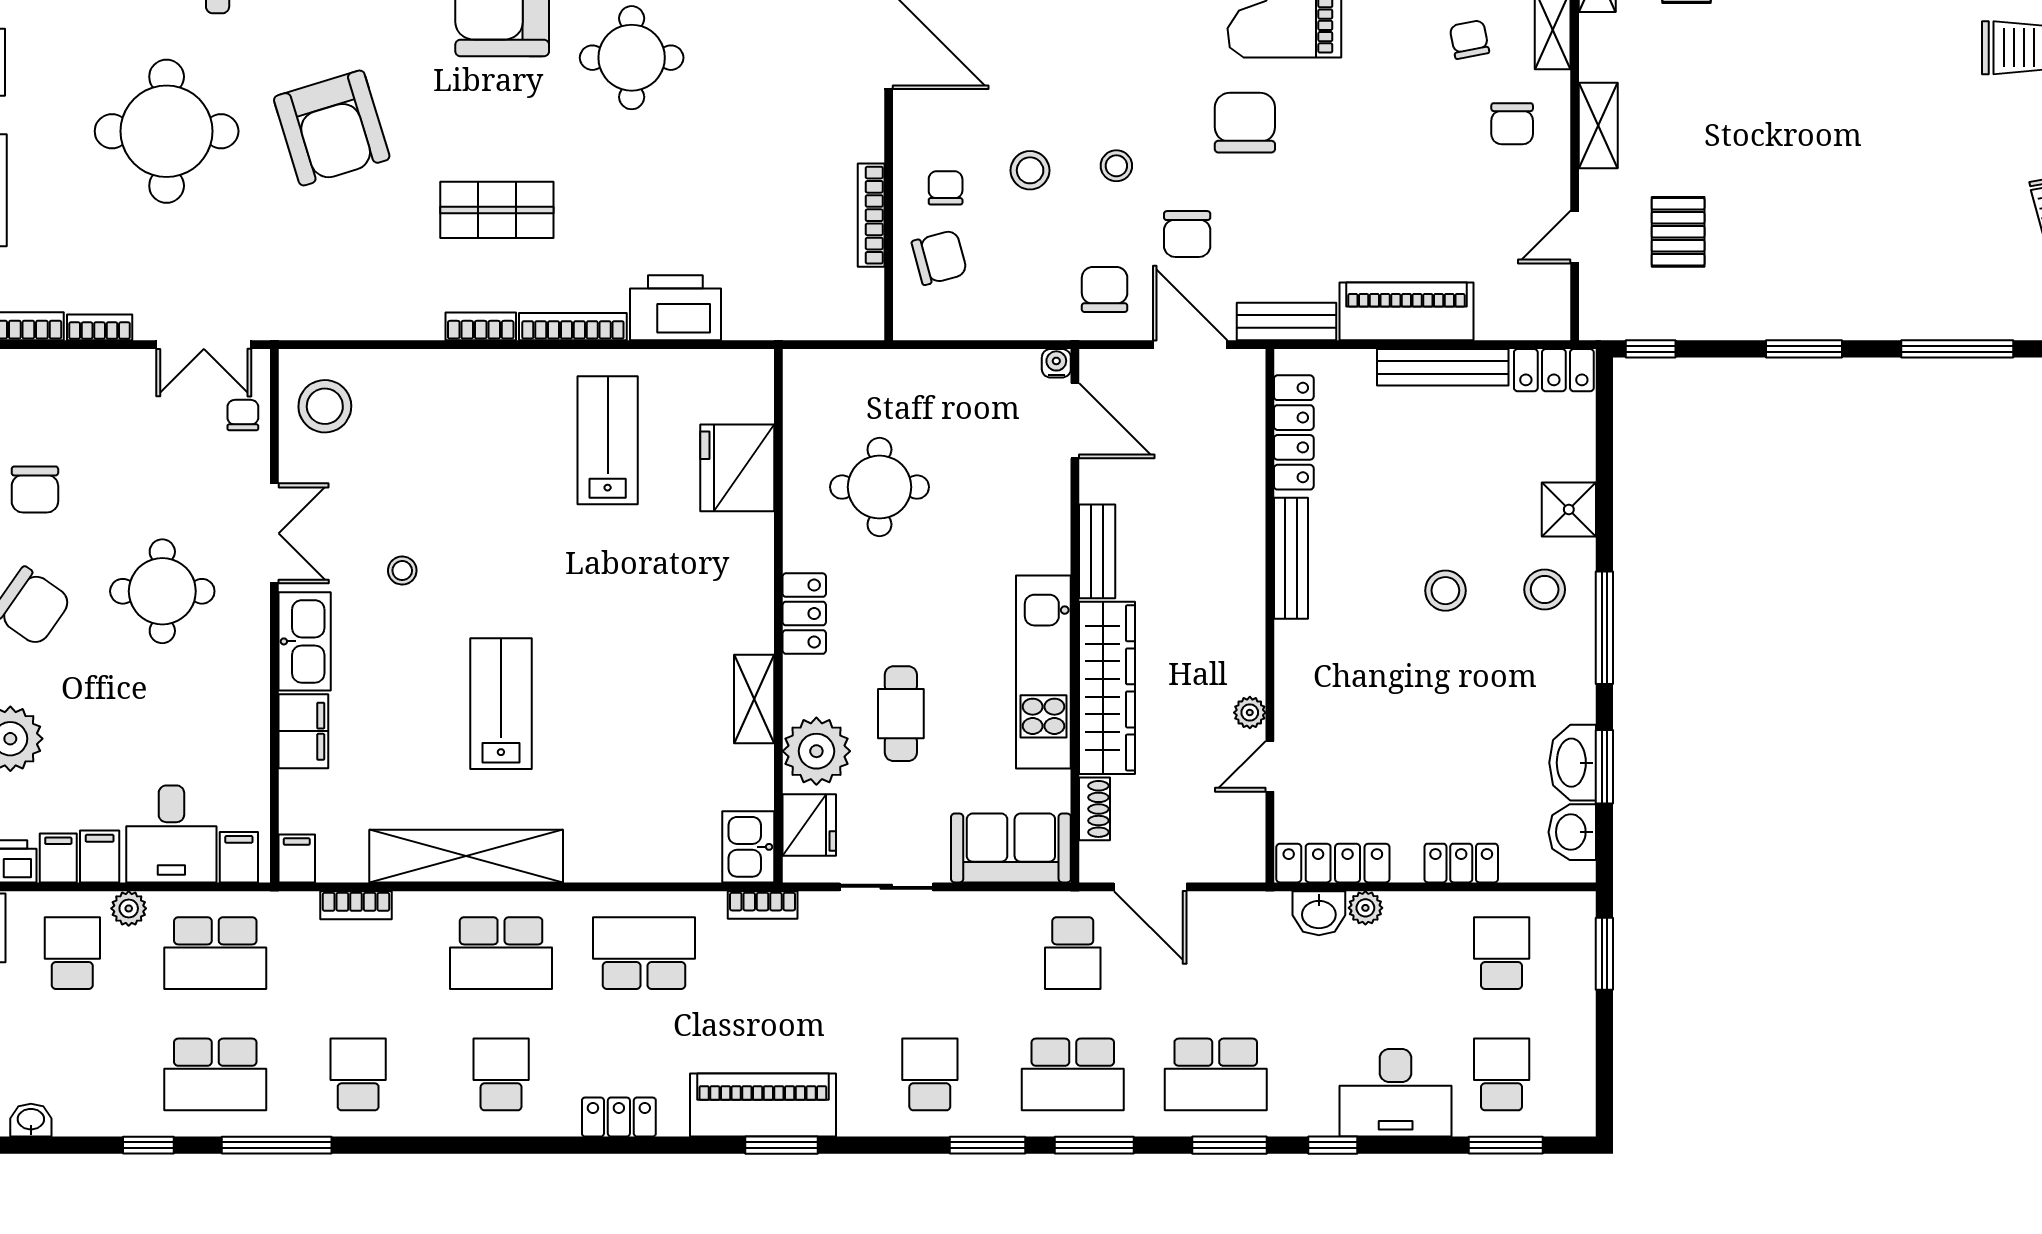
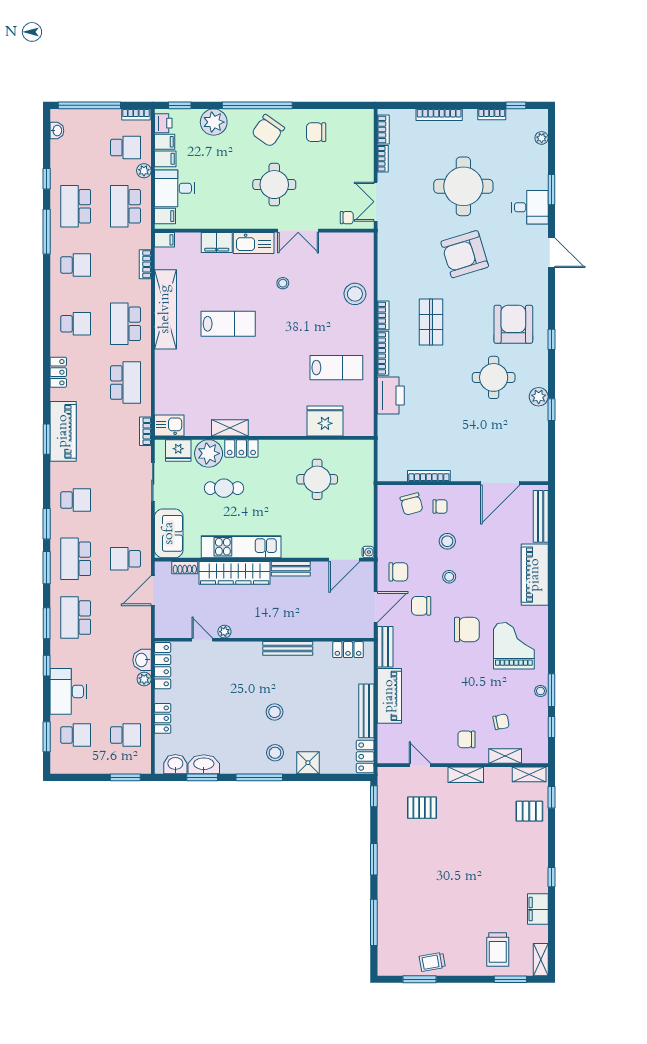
stool: (325, 406) -> (355, 294), moved
locker: (1294, 432) -> (348, 650), width x0.66
locker: (804, 614) -> (241, 448), moved

